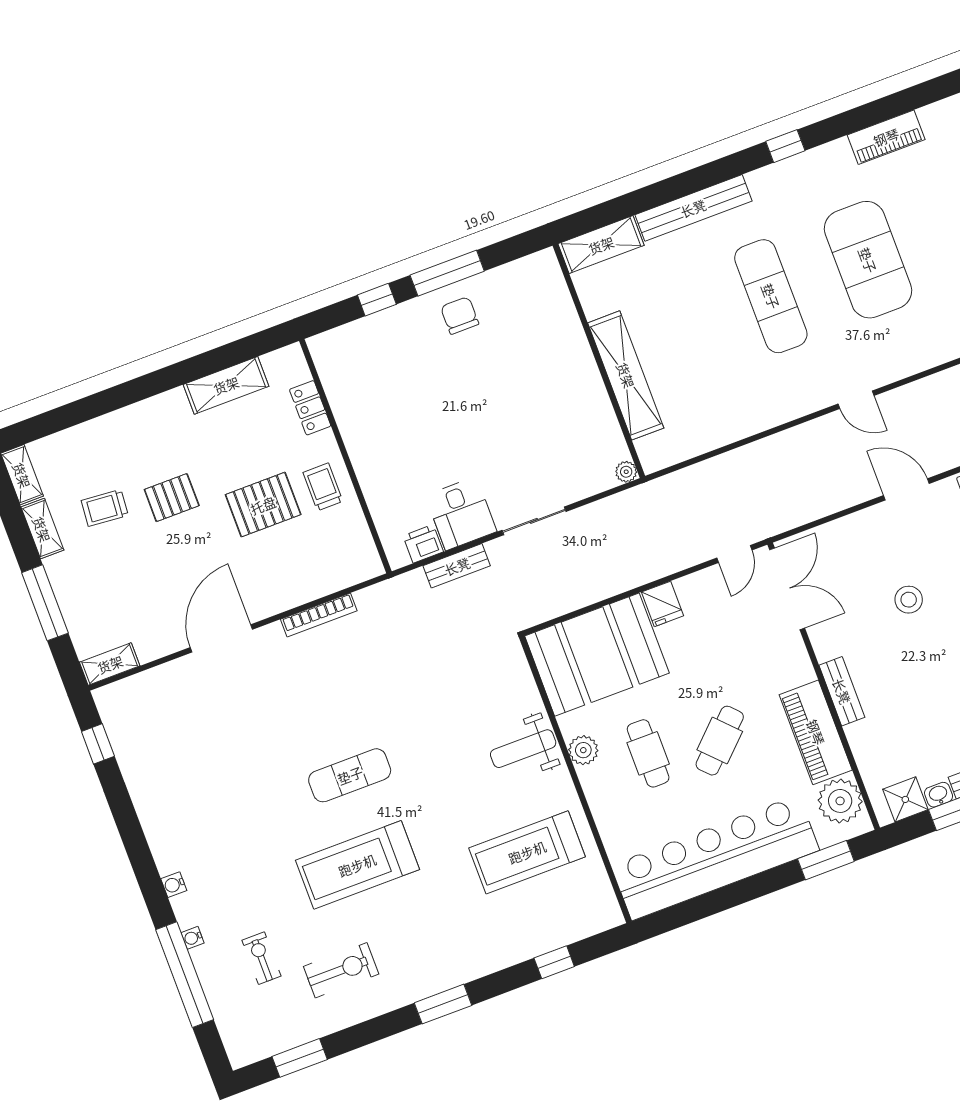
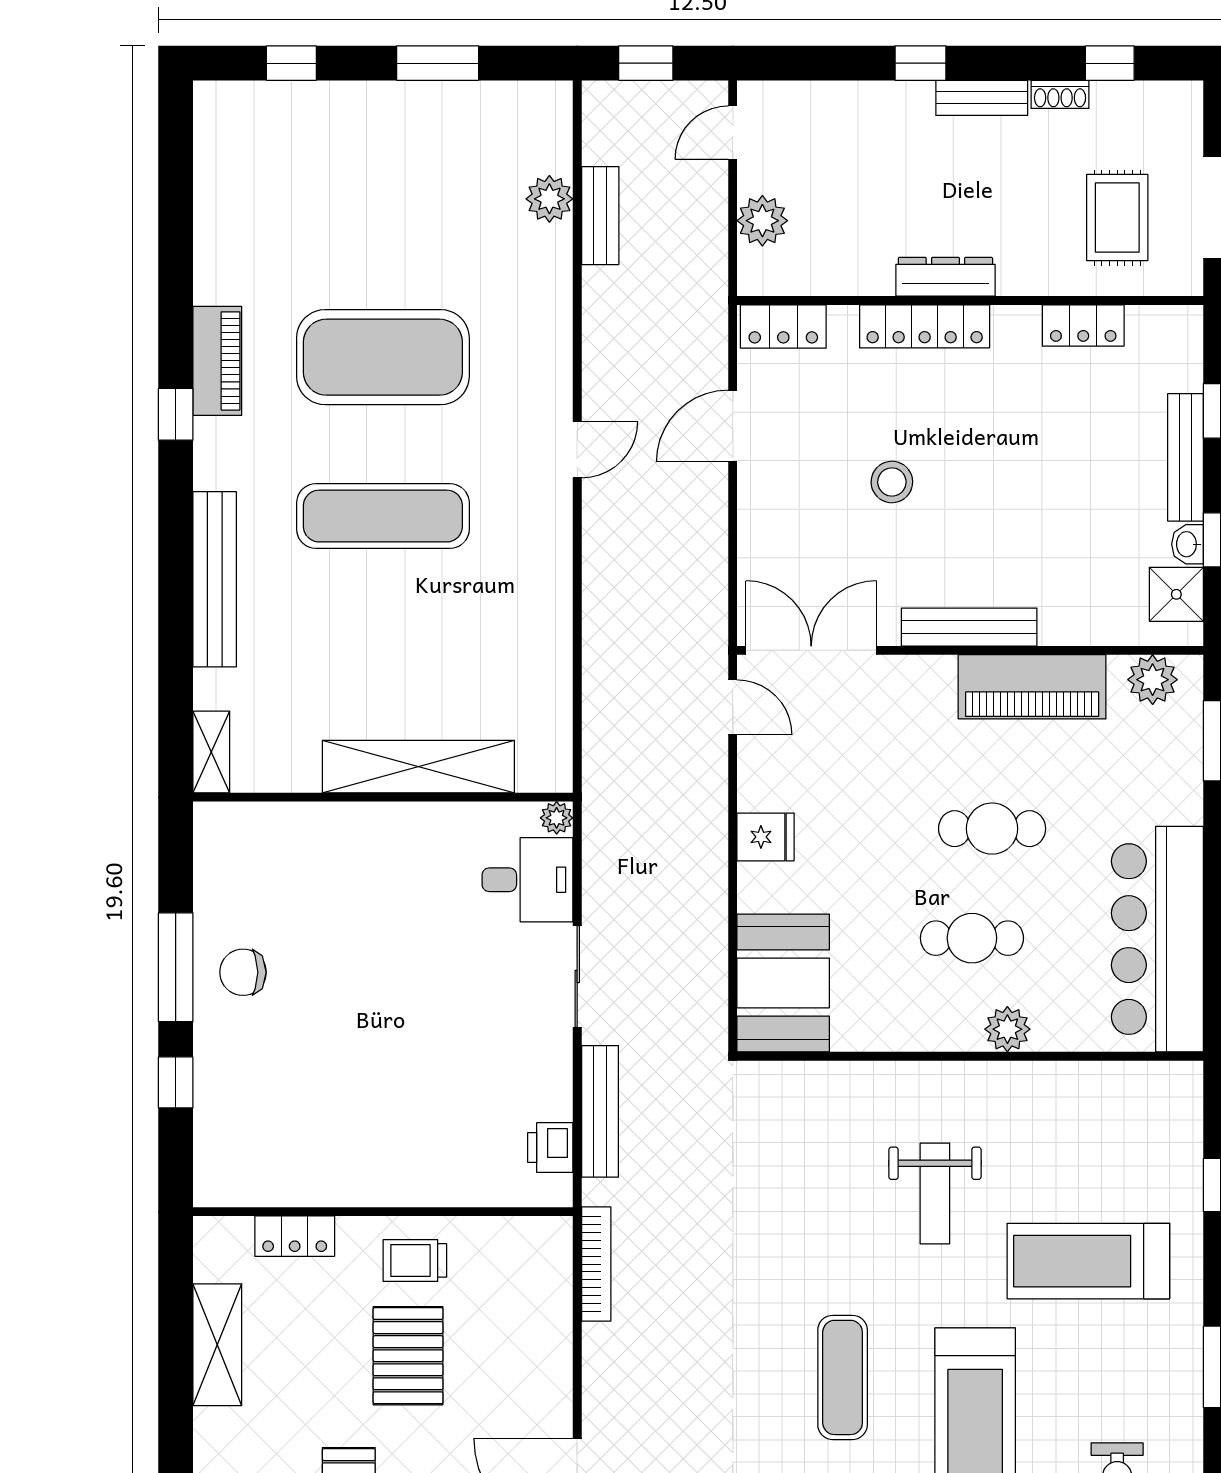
piano: (886, 137) -> (217, 361), moved
shelving: (601, 245) -> (211, 752), width x0.67, depth x0.75
desk: (461, 514) -> (527, 880), moved
bench: (457, 566) -> (600, 1111), width x1.36
bookcase: (319, 615) -> (596, 1264), moved
booth: (597, 655) -> (783, 983), width x0.73, depth x0.70
bench: (842, 691) -> (969, 627), width x1.36
cafe table: (720, 741) -> (992, 829), turned -46
weight bench: (523, 749) -> (935, 1194), moved
plant: (583, 750) -> (1007, 1029), moved
plant: (840, 801) -> (1153, 680), width x0.73, depth x0.73
treadmill: (527, 852) -> (1088, 1261), moved, turned 90
bar counter: (715, 858) -> (1157, 939), width x0.73

